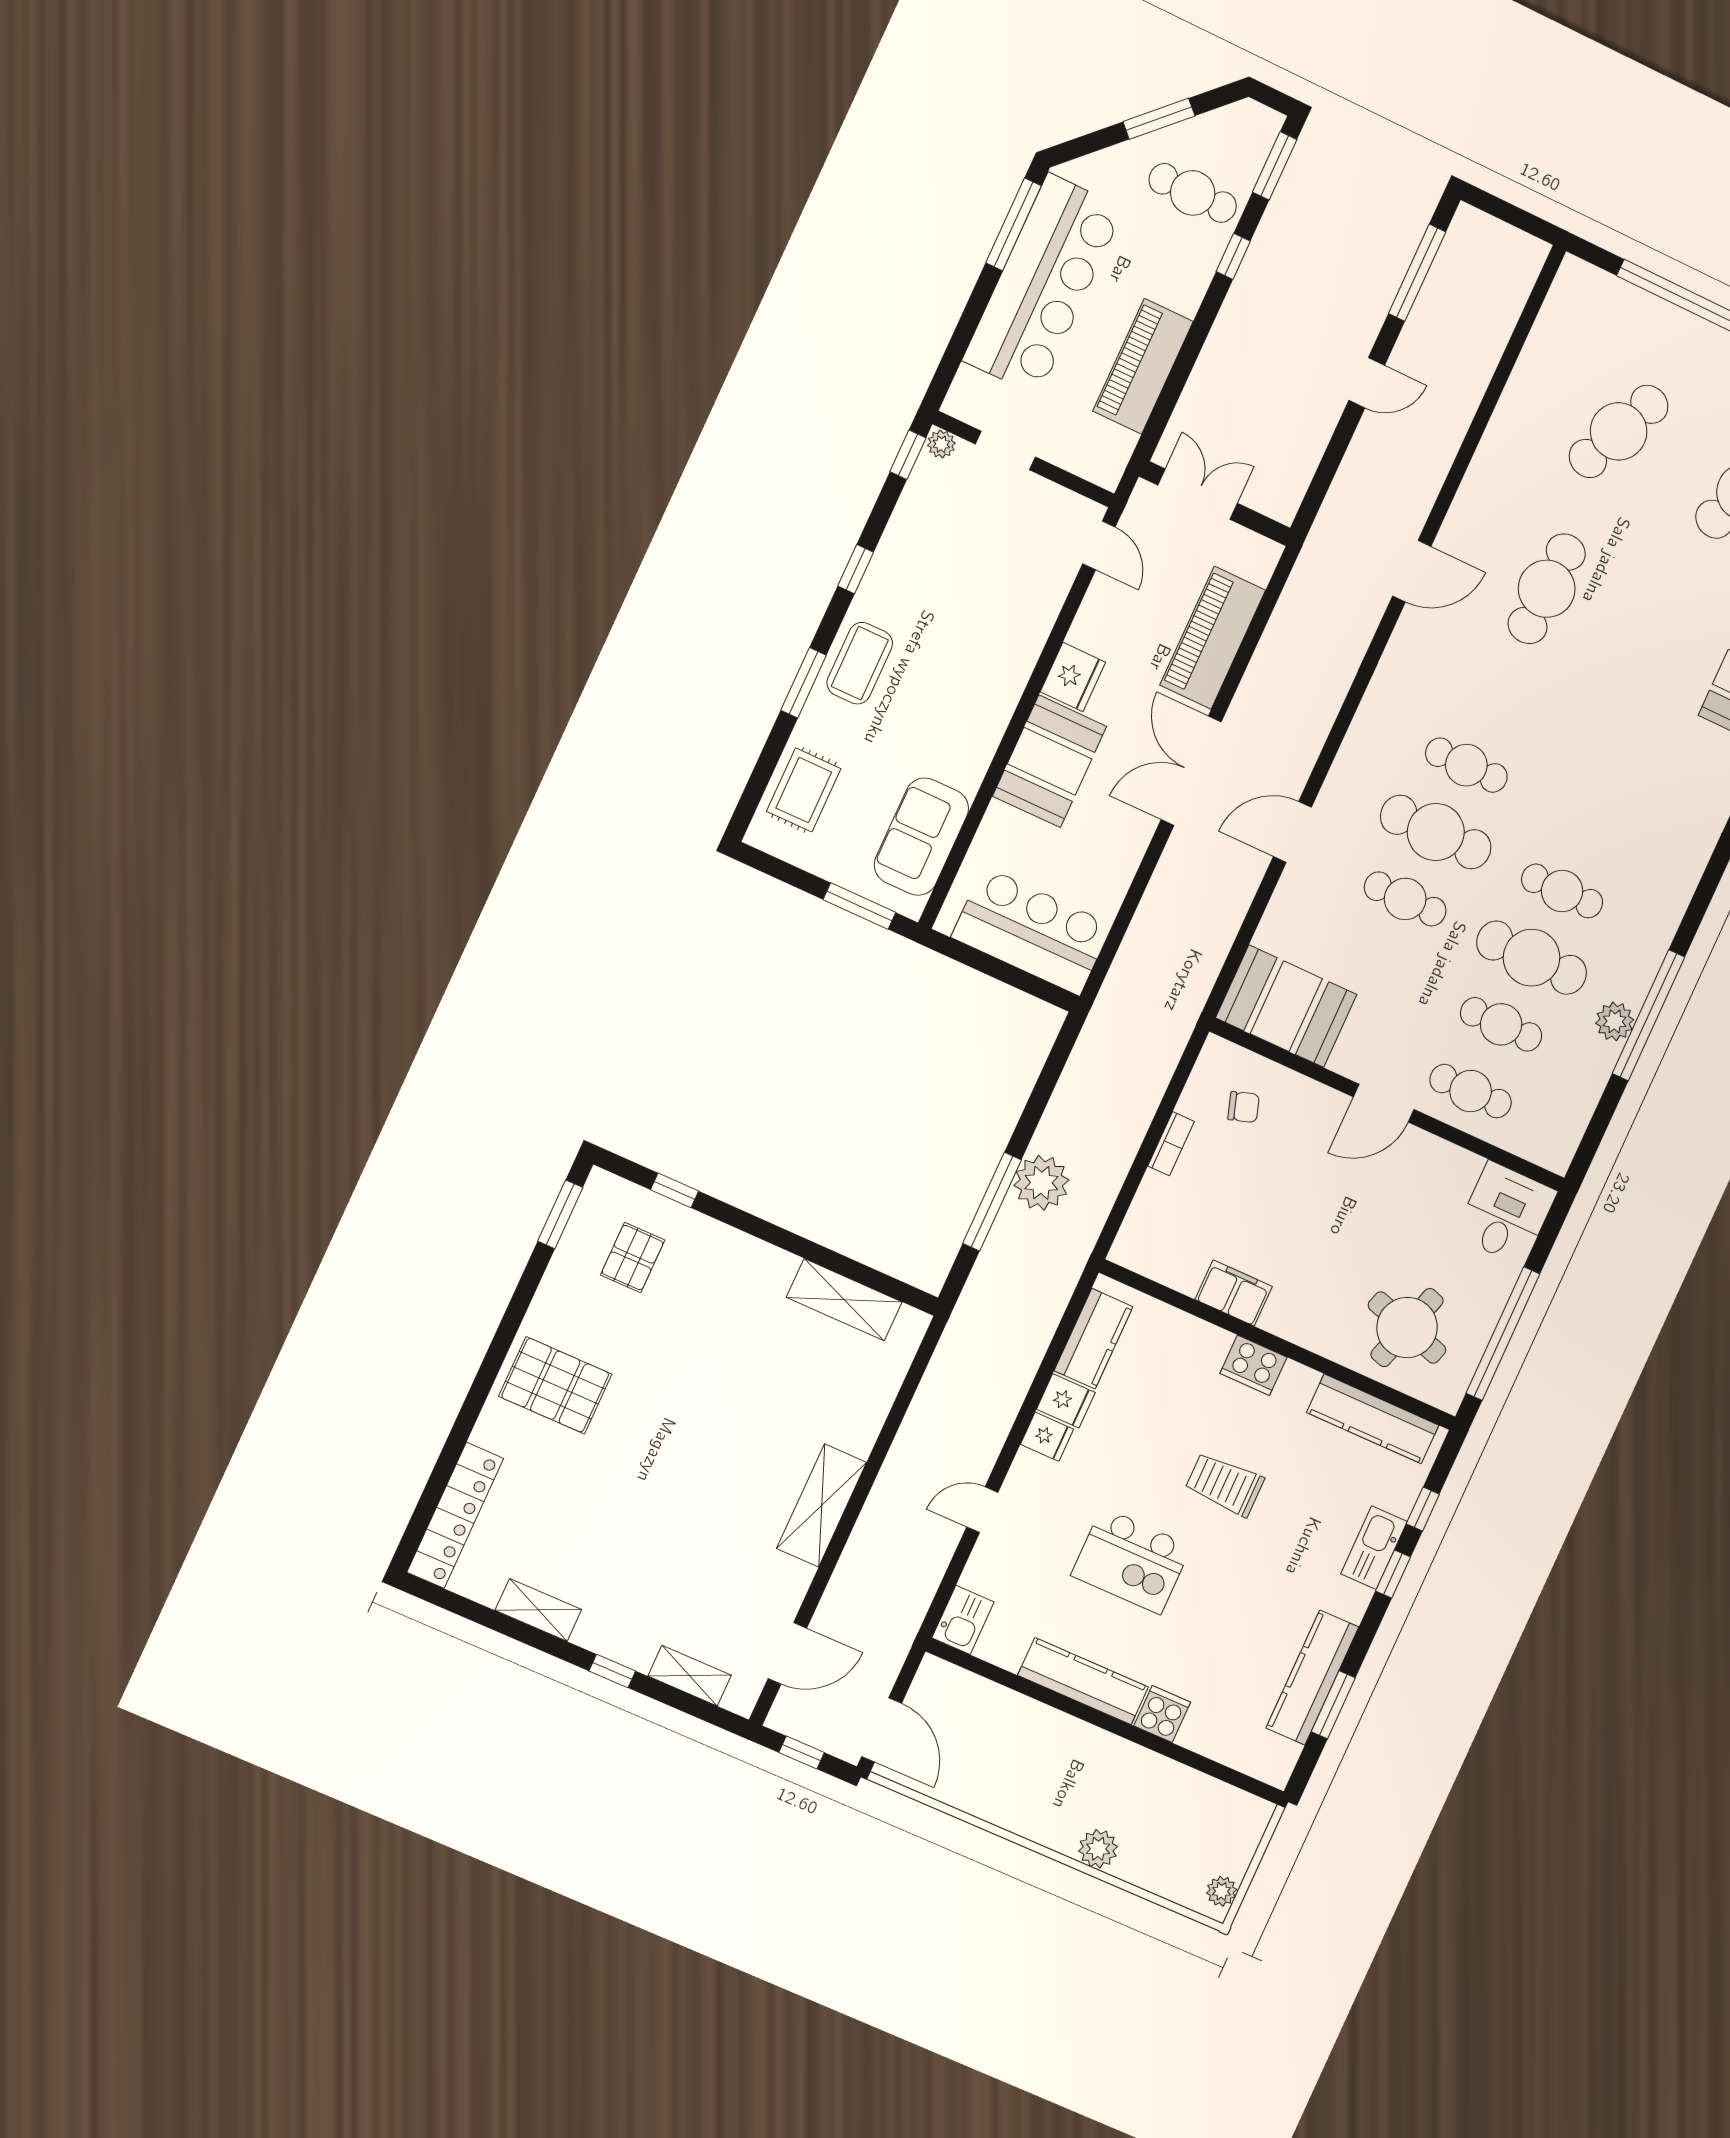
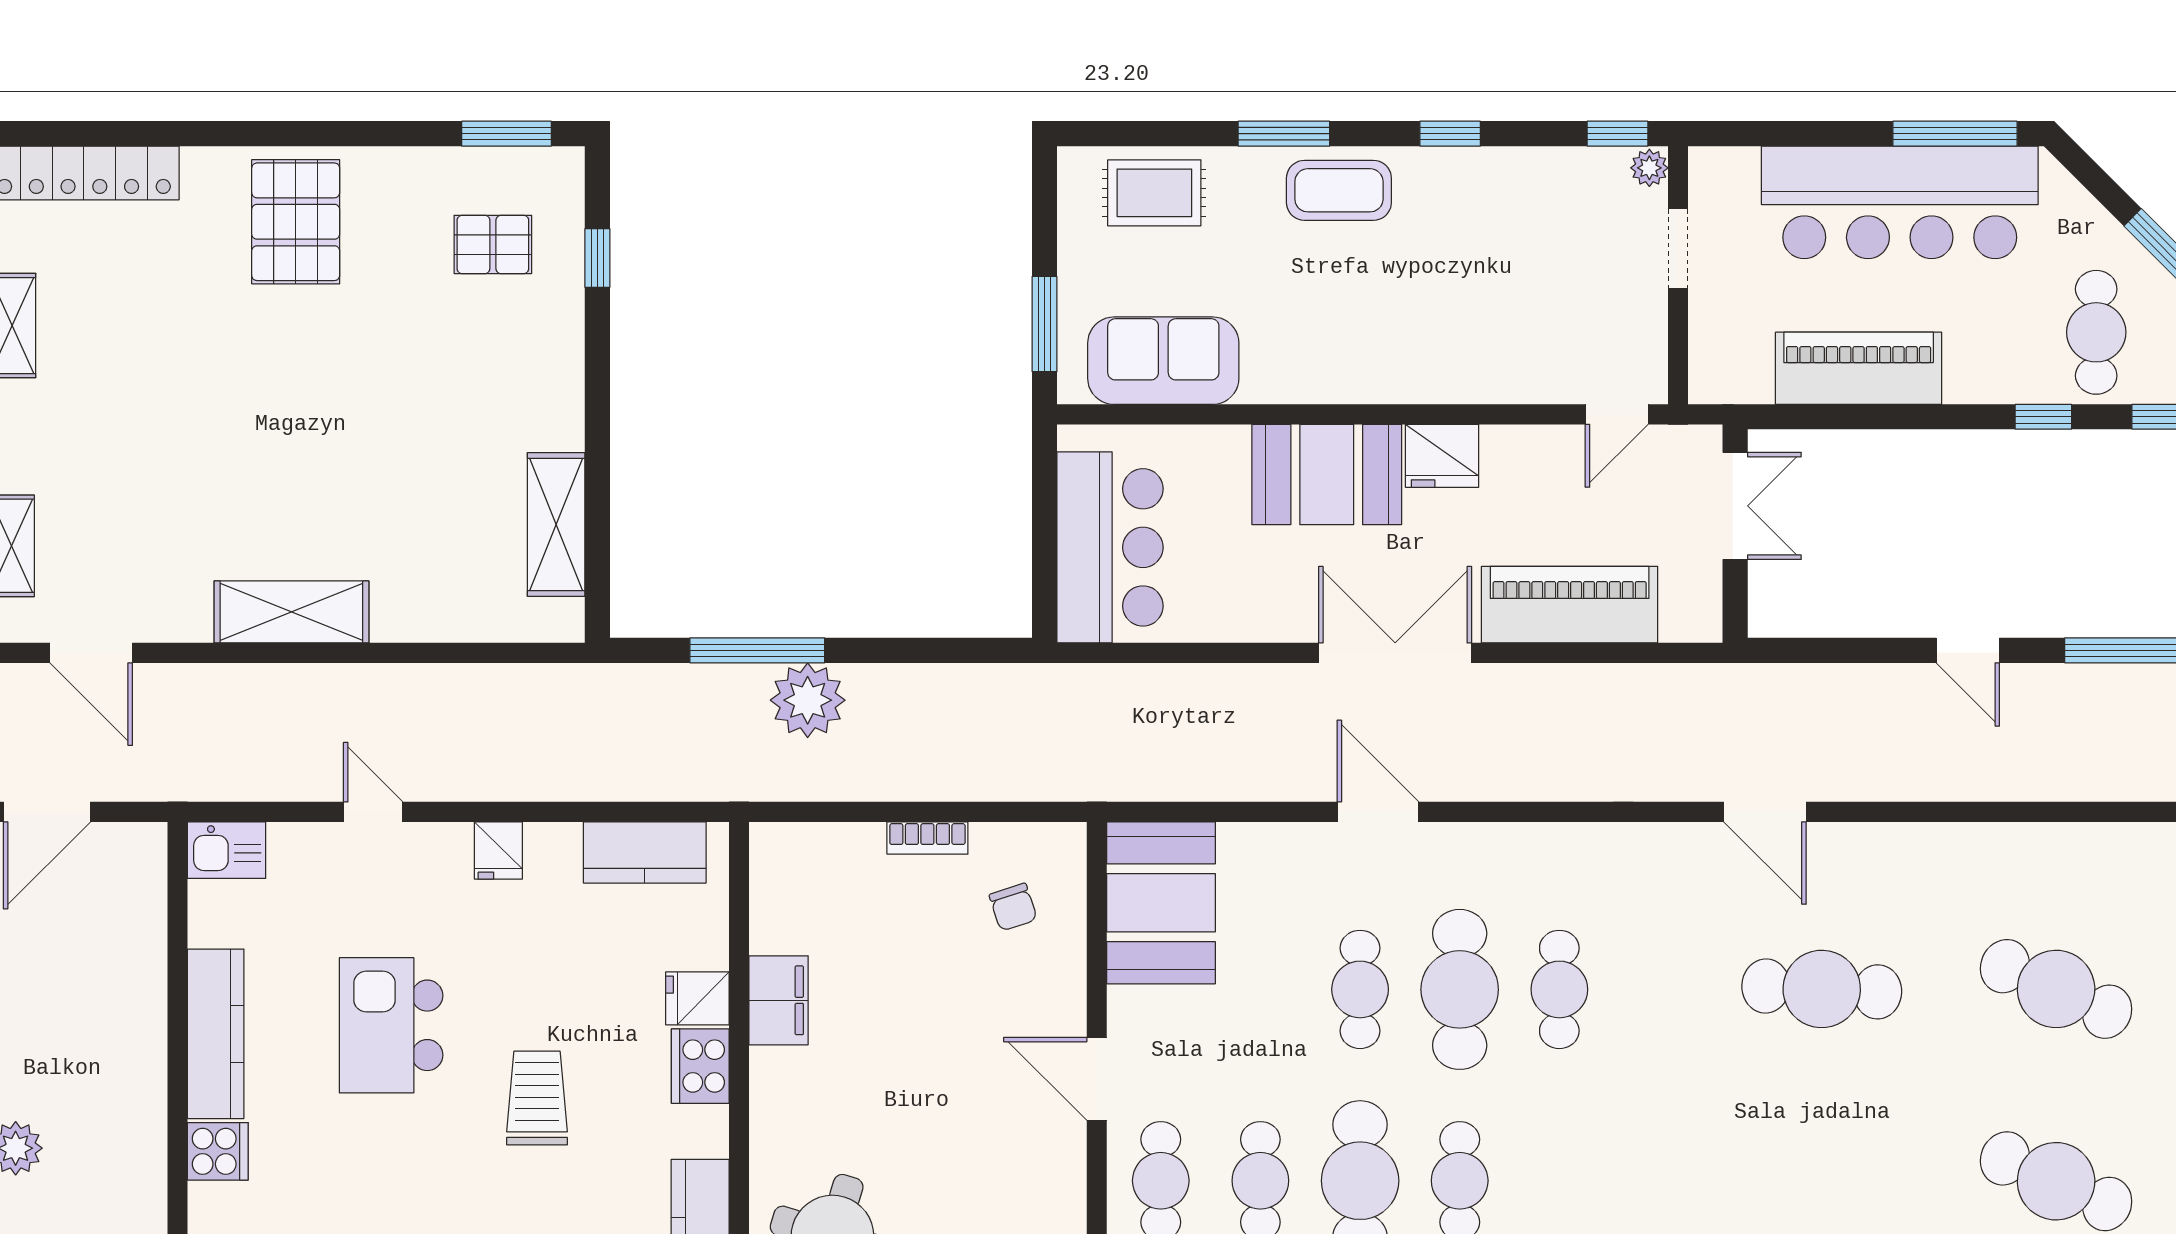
fridge: (1066, 1401) -> (697, 998), moved, turned 90

